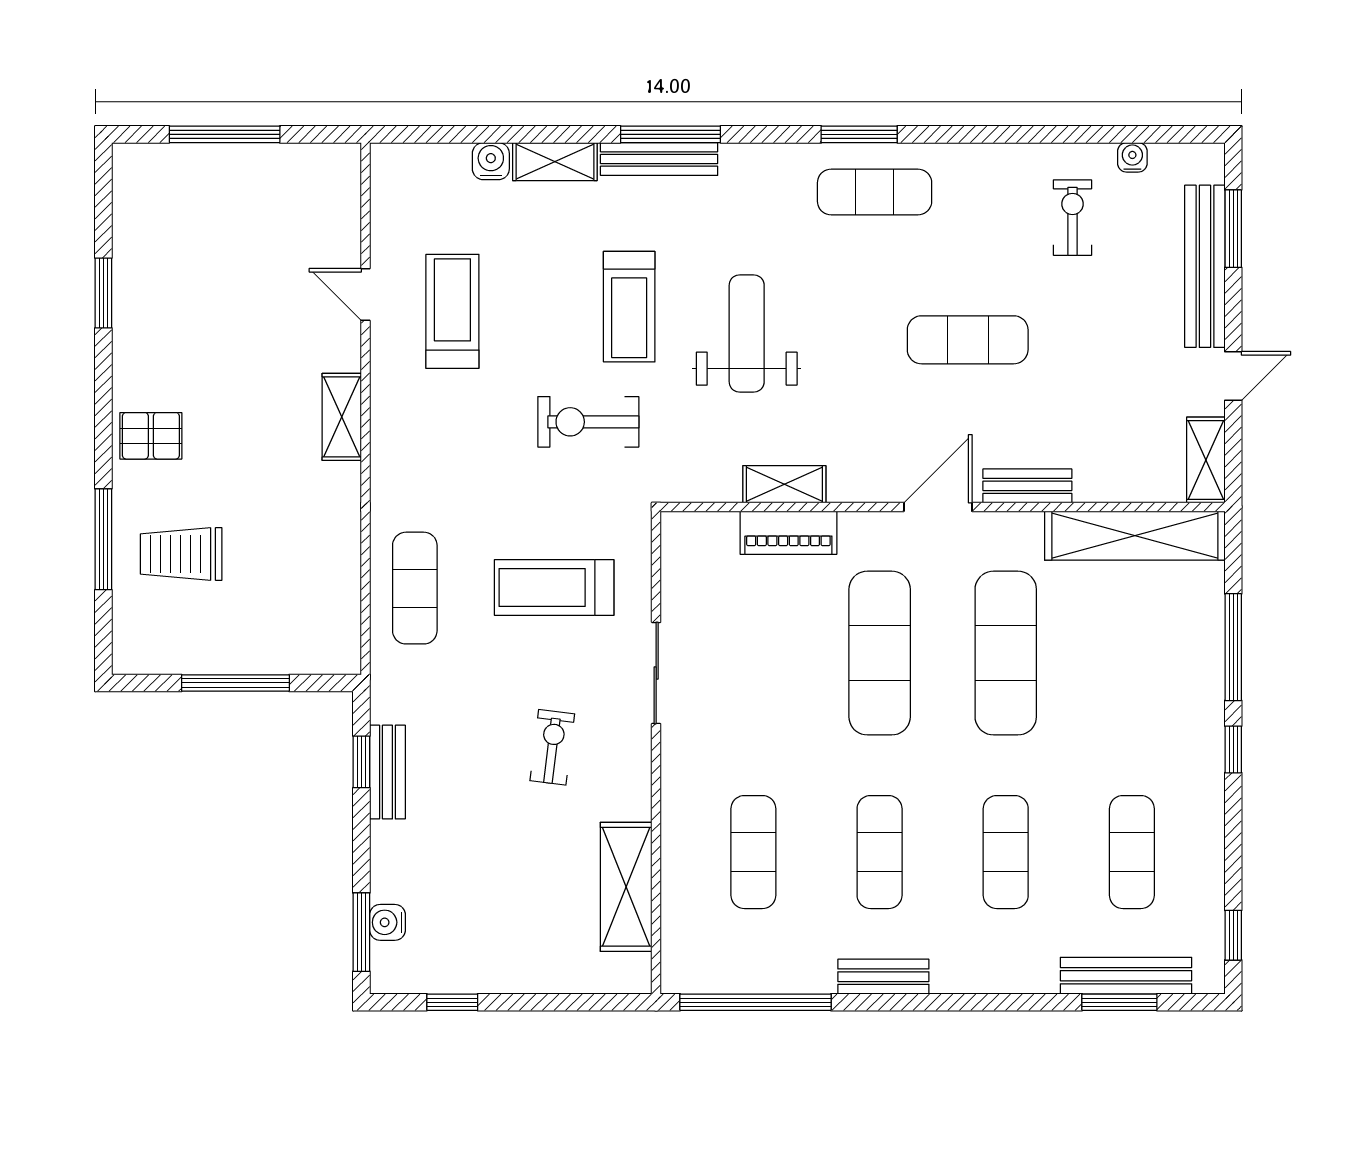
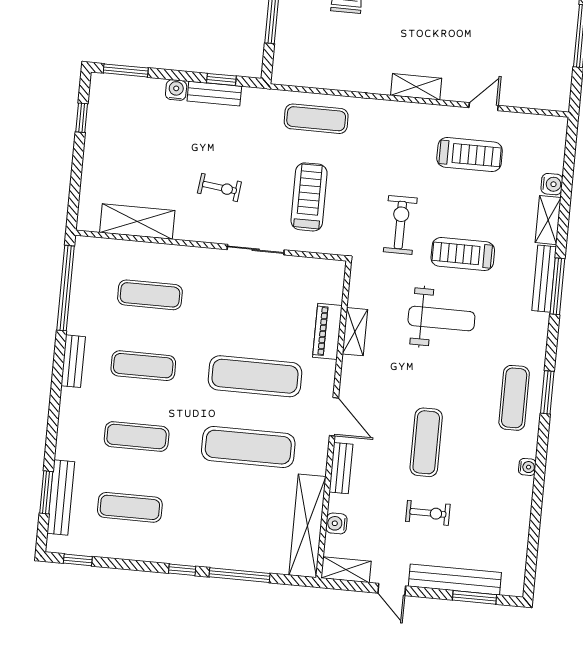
water cooler: (1132, 157) -> (527, 467), moved
exercise bike: (1073, 218) -> (428, 513), moved
water cooler: (1126, 485) -> (336, 523), added
water cooler: (387, 922) -> (176, 90), moved

